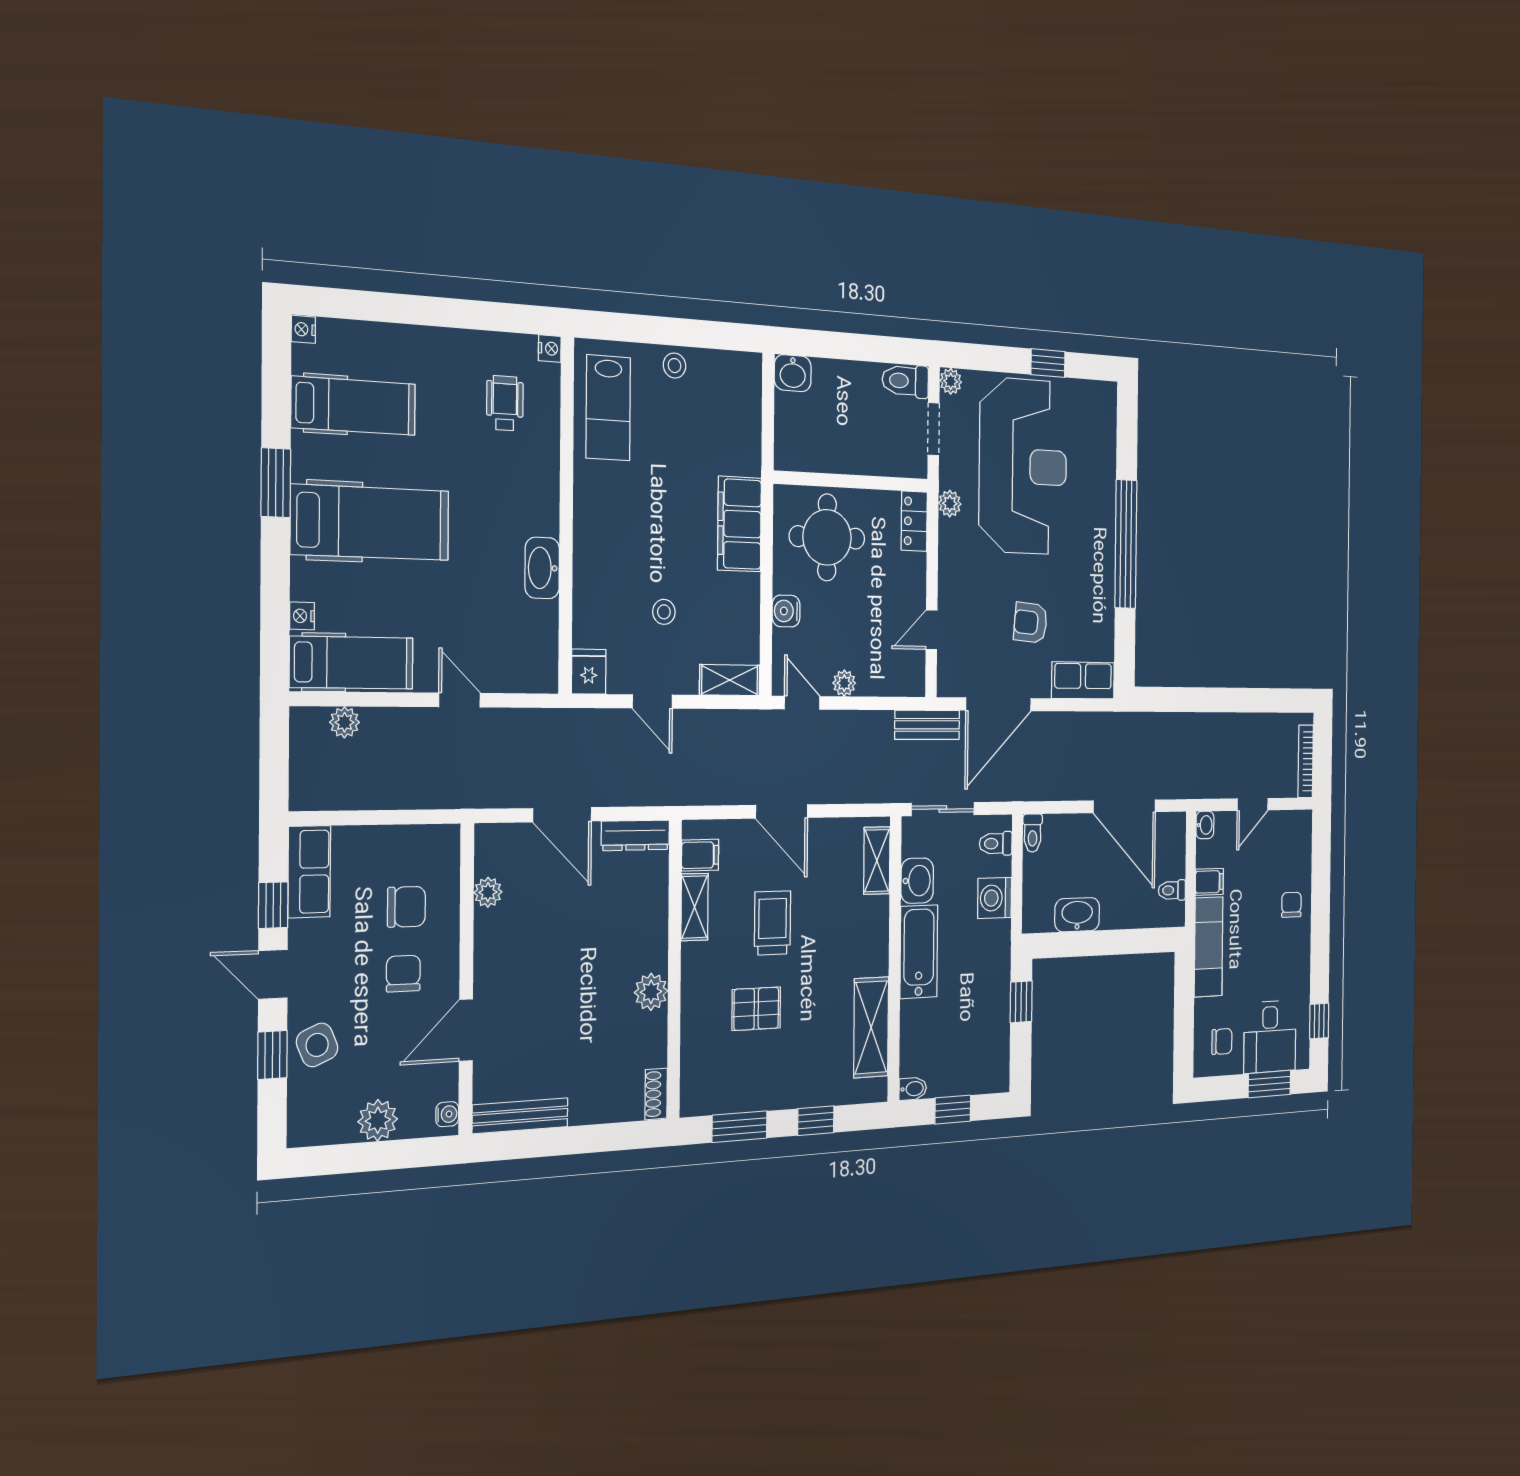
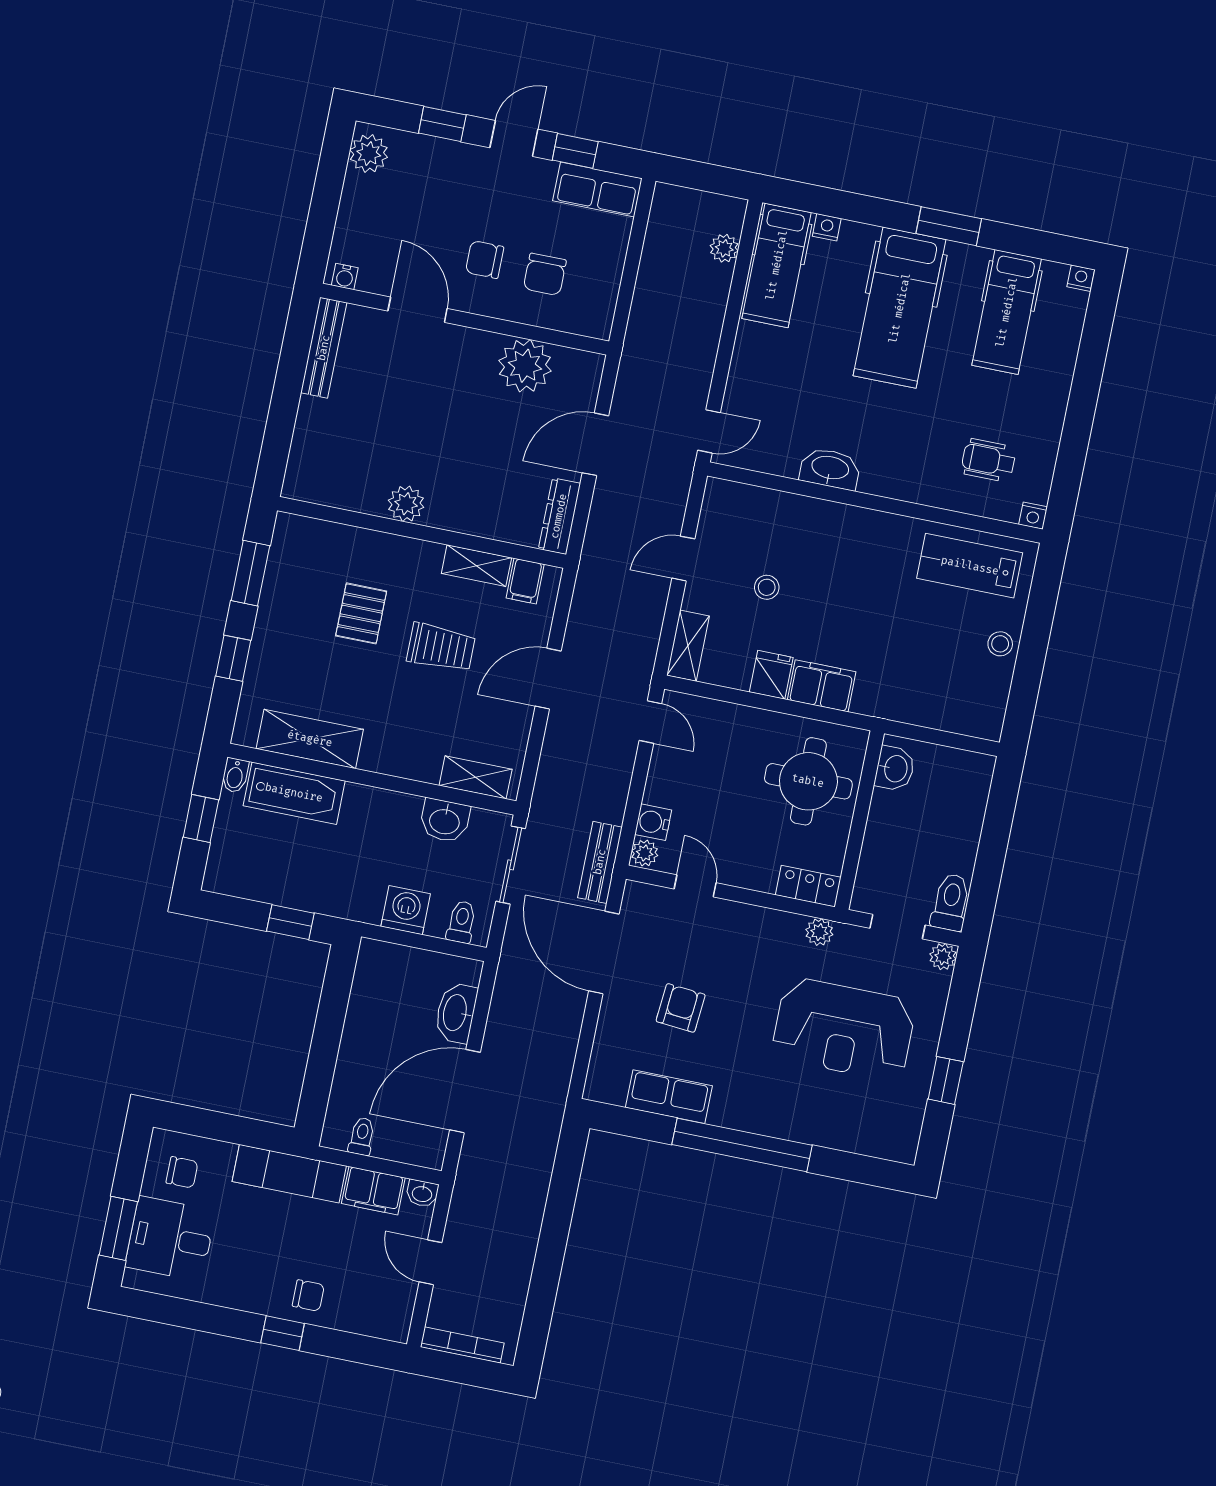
washbasin: (793, 373) -> (895, 769), moved, turned 180
wheelchair: (505, 403) -> (989, 460), turned 180
reception desk: (1023, 466) -> (844, 1029), width x0.74, depth x0.77
filing cabinet: (739, 524) -> (822, 686), width x0.67, depth x0.86
water cooler: (786, 611) -> (653, 822), moved, turned -90
fridge: (589, 672) -> (771, 675), moved, turned -90
row of seats: (1083, 680) -> (669, 1097), moved, turned -90
plant: (844, 683) -> (645, 853), moved
door: (459, 700) -> (709, 431), moved
door: (802, 703) -> (650, 722), hinge flipped
toilet: (1033, 833) -> (462, 969), removed
filing cabinet: (1209, 882) -> (373, 1191), width x2.00
plant: (488, 892) -> (525, 366), width x1.87, depth x1.87
washbasin: (1077, 915) -> (456, 1013), moved, turned 180
bathtub: (919, 952) -> (294, 793), moved
chair: (403, 974) -> (485, 260), turned 180
window: (1319, 1021) -> (283, 1333), moved
chair: (1222, 1041) -> (182, 1172), turned -90
side table: (317, 1045) -> (441, 166), removed
shoe rack: (656, 1094) -> (307, 490), removed
plant: (378, 1120) -> (369, 153), moved

